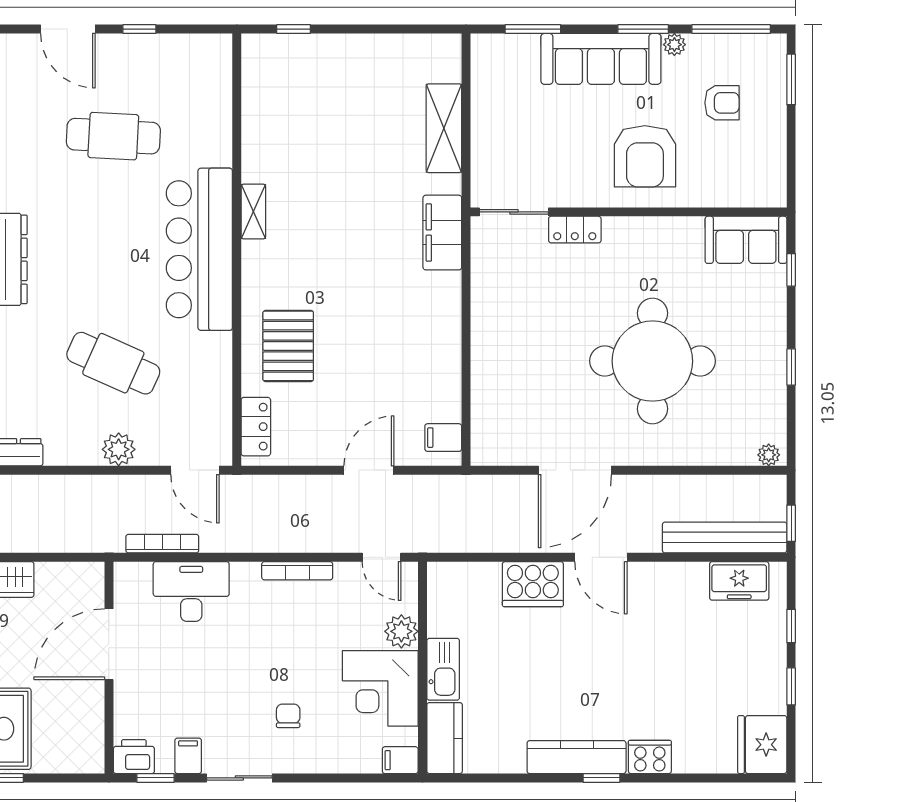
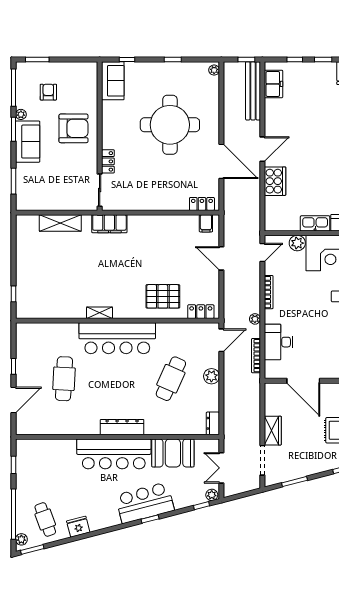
sofa: (601, 59) -> (28, 142), width x0.73
locker: (484, 429) -> (202, 204), added
plant: (240, 542) -> (255, 319), added

